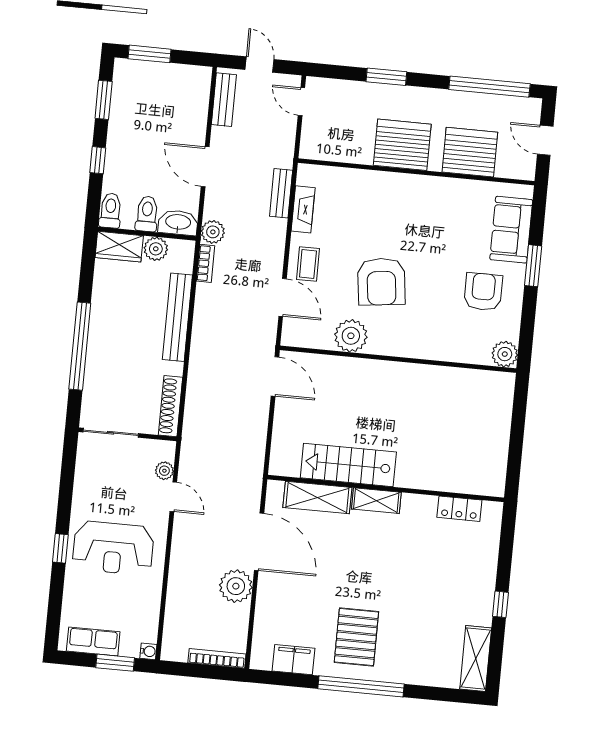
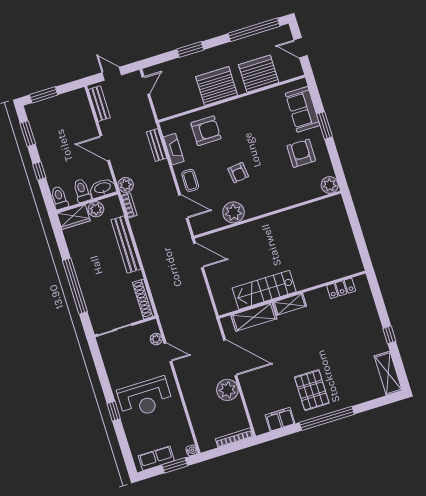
door: (301, 102) -> (146, 85), swing flipped
armchair: (360, 202) -> (206, 131), added
armchair: (381, 282) -> (238, 173), width x0.53, depth x0.53

